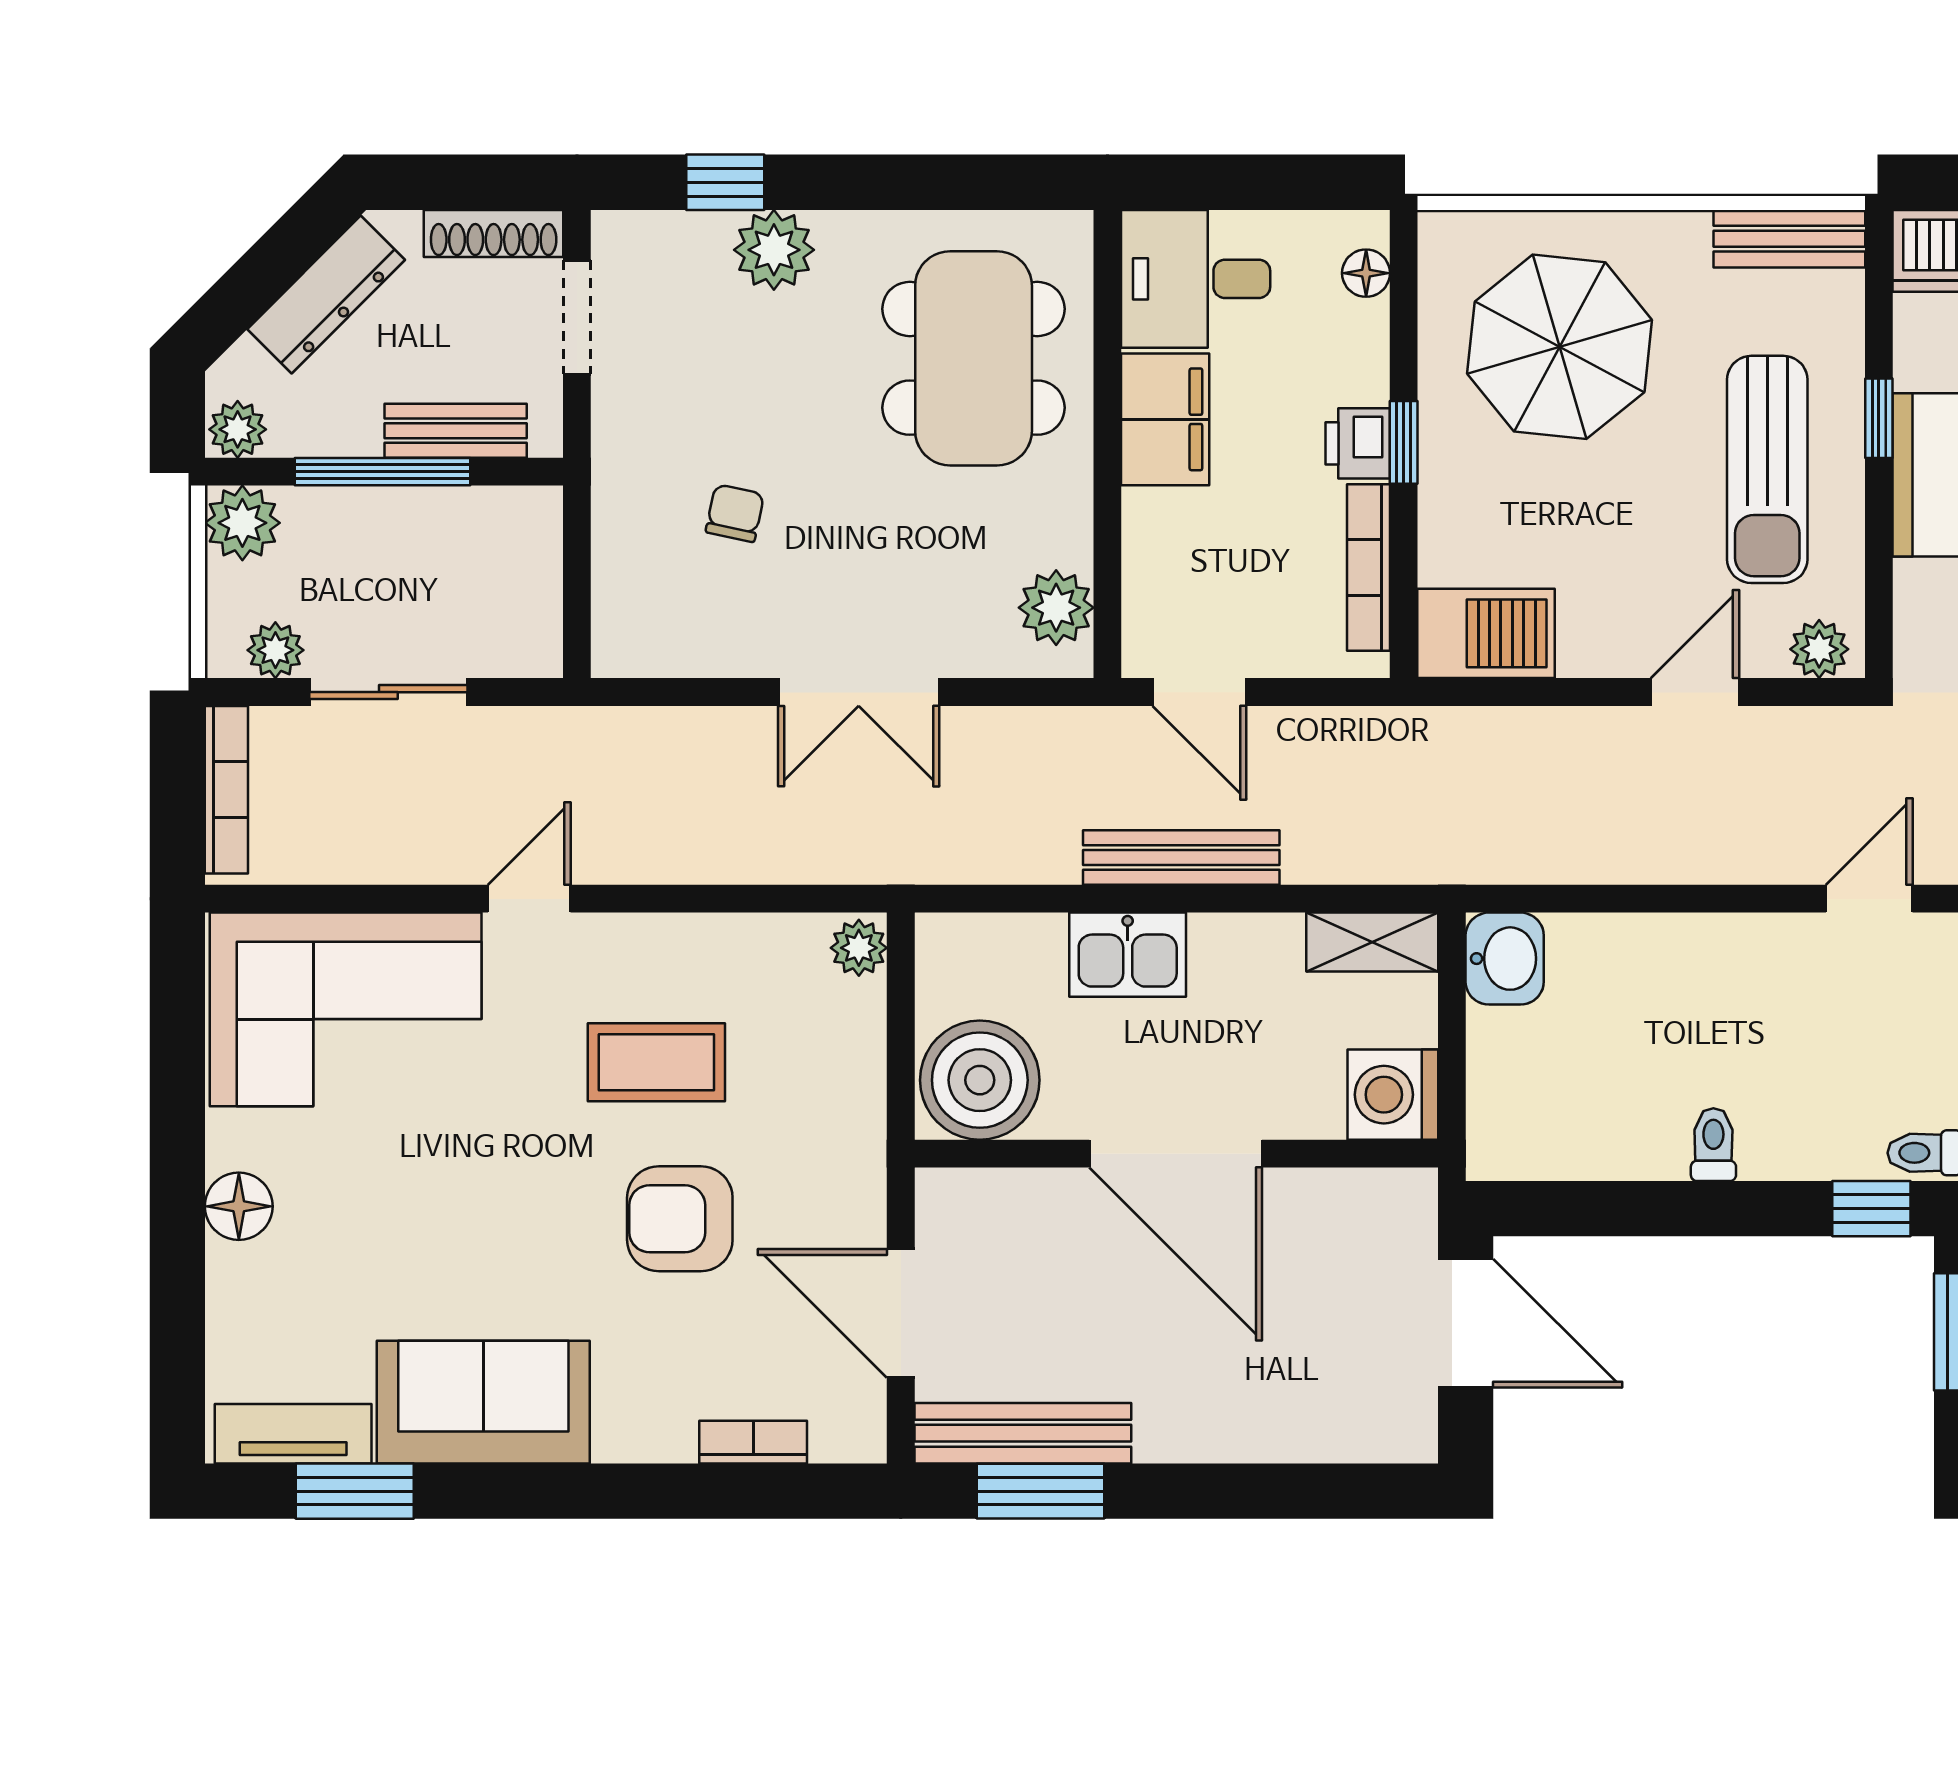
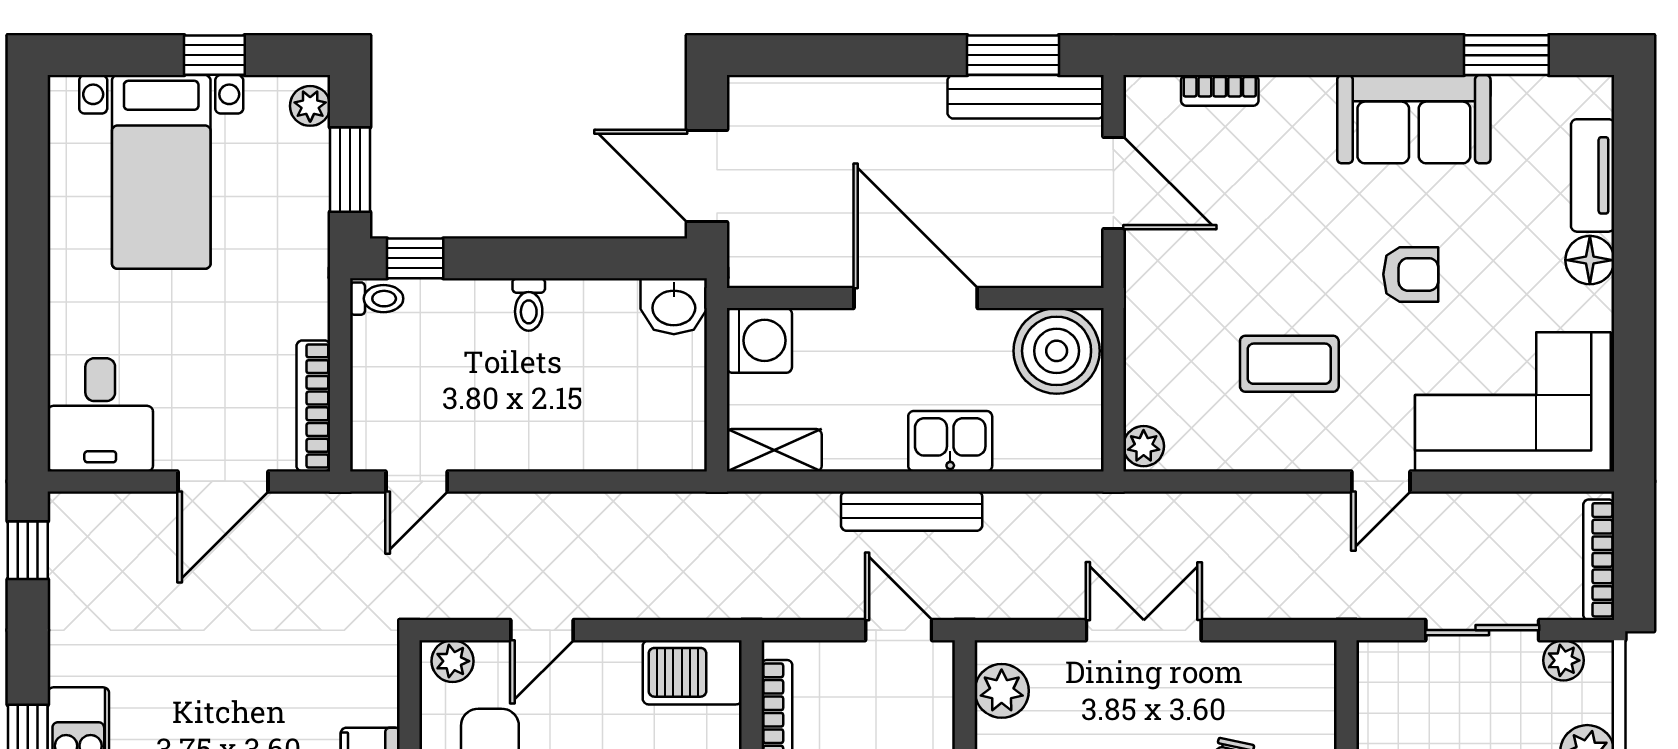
washbasin: (1505, 959) -> (674, 306), moved, turned -90
armchair: (680, 1219) -> (1411, 274), moved, width x0.72, depth x0.72
tv unit: (293, 1434) -> (1593, 175), moved, turned 90

